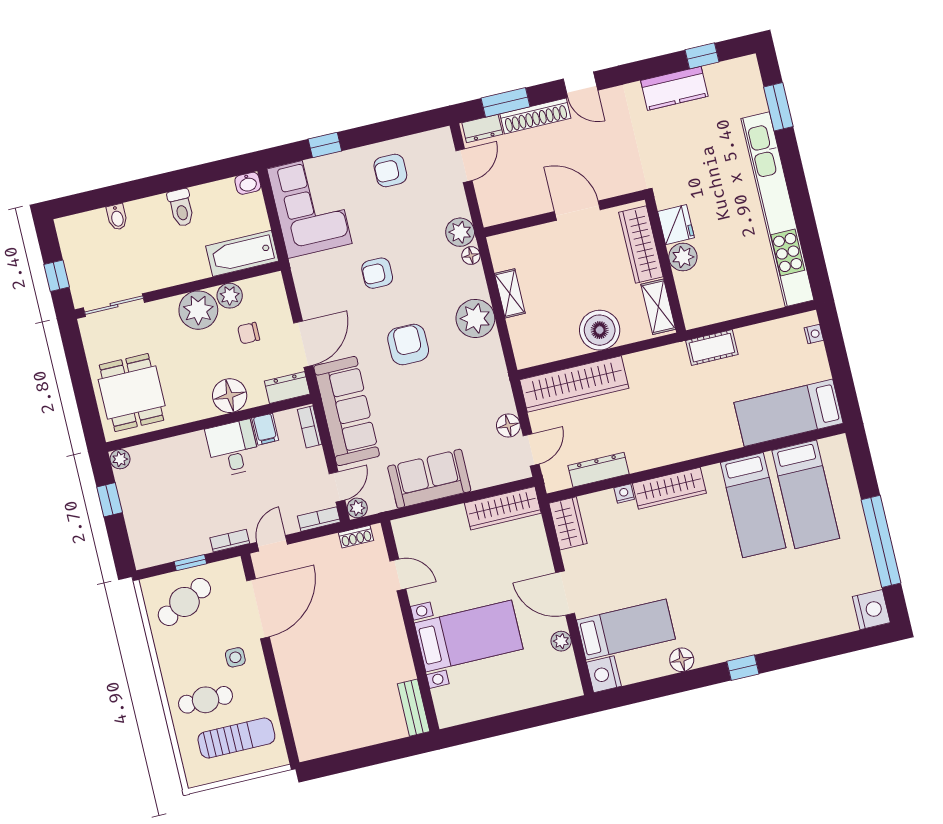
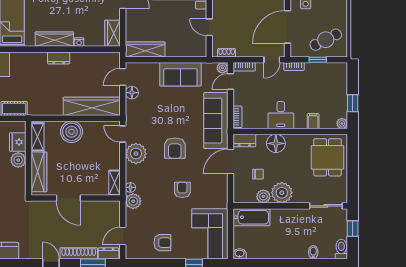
toilet: (181, 208) -> (341, 249), moved
fridge: (676, 225) -> (18, 142), moved
armchair: (377, 273) -> (182, 190), turned -90
shelving: (510, 293) -> (115, 183), moved
door: (507, 348) -> (123, 134), added
filing cabinet: (265, 429) -> (313, 121), moved
dresser: (598, 470) -> (59, 58), moved, width x0.70

